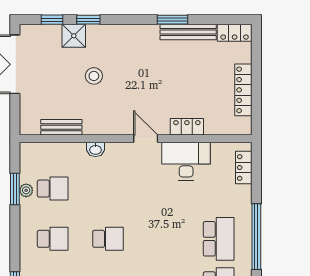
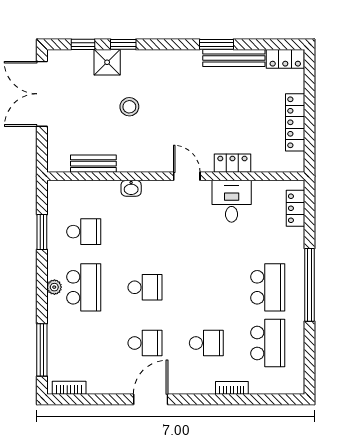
desk: (186, 161) -> (232, 201), width x0.73
plant: (26, 190) -> (54, 287), moved
school desk: (53, 239) -> (84, 287), width x1.85

